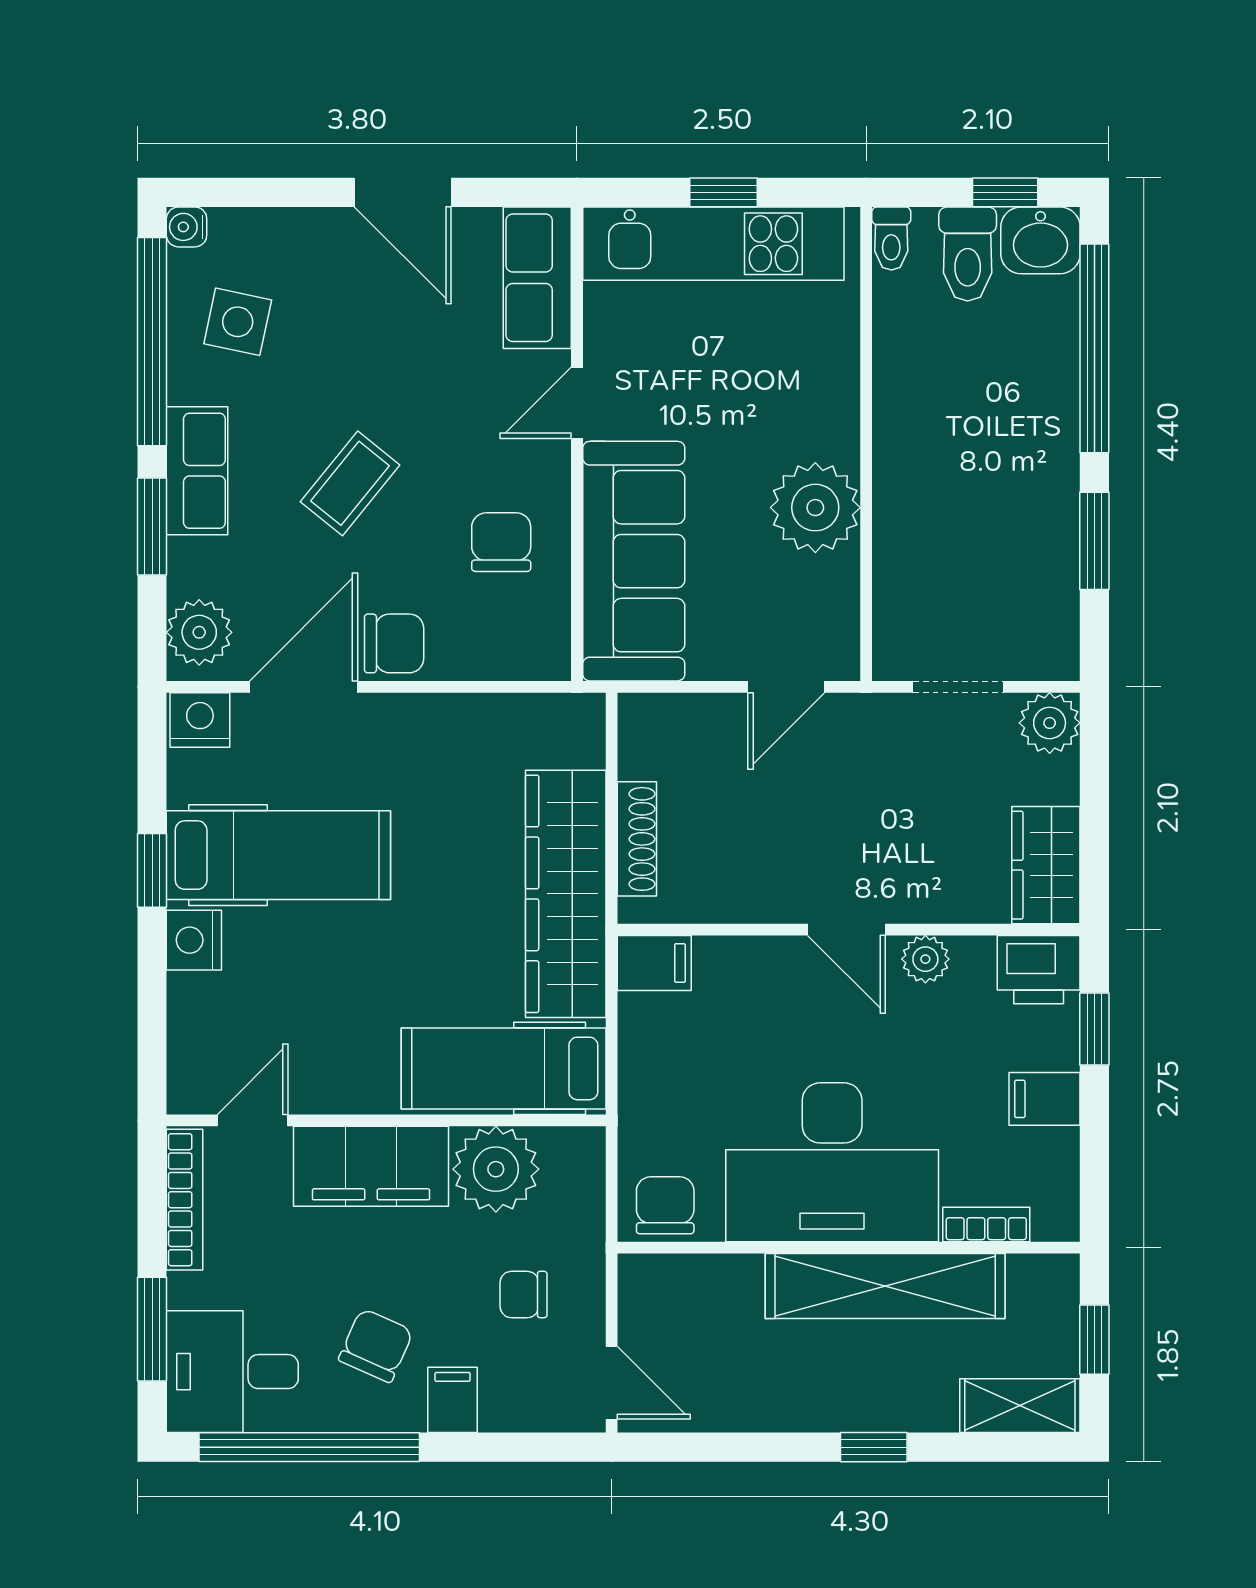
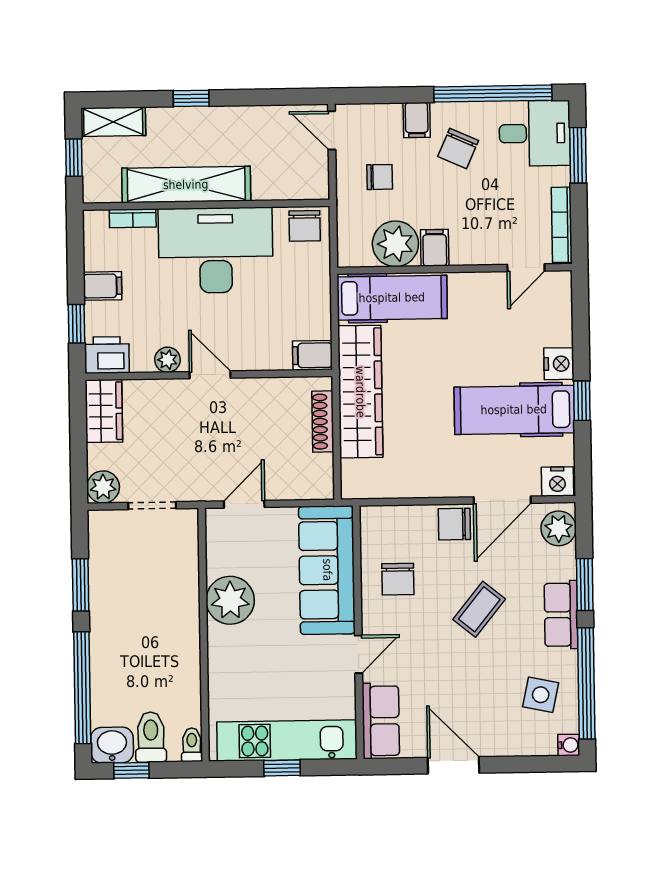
filing cabinet: (371, 1166) -> (435, 248), width x0.33, depth x0.86

